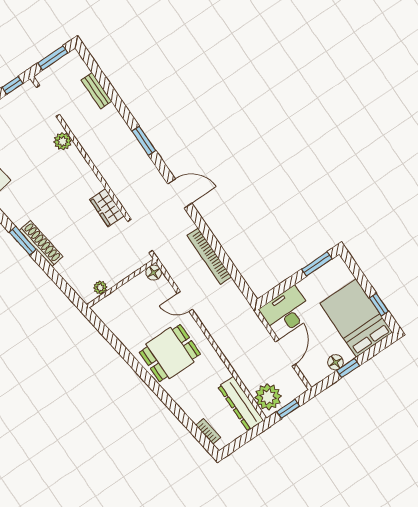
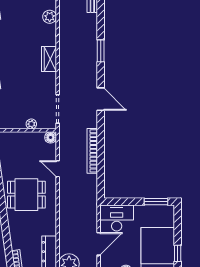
wardrobe: (107, 208) -> (49, 59), moved
plant: (100, 288) -> (31, 124), moved

